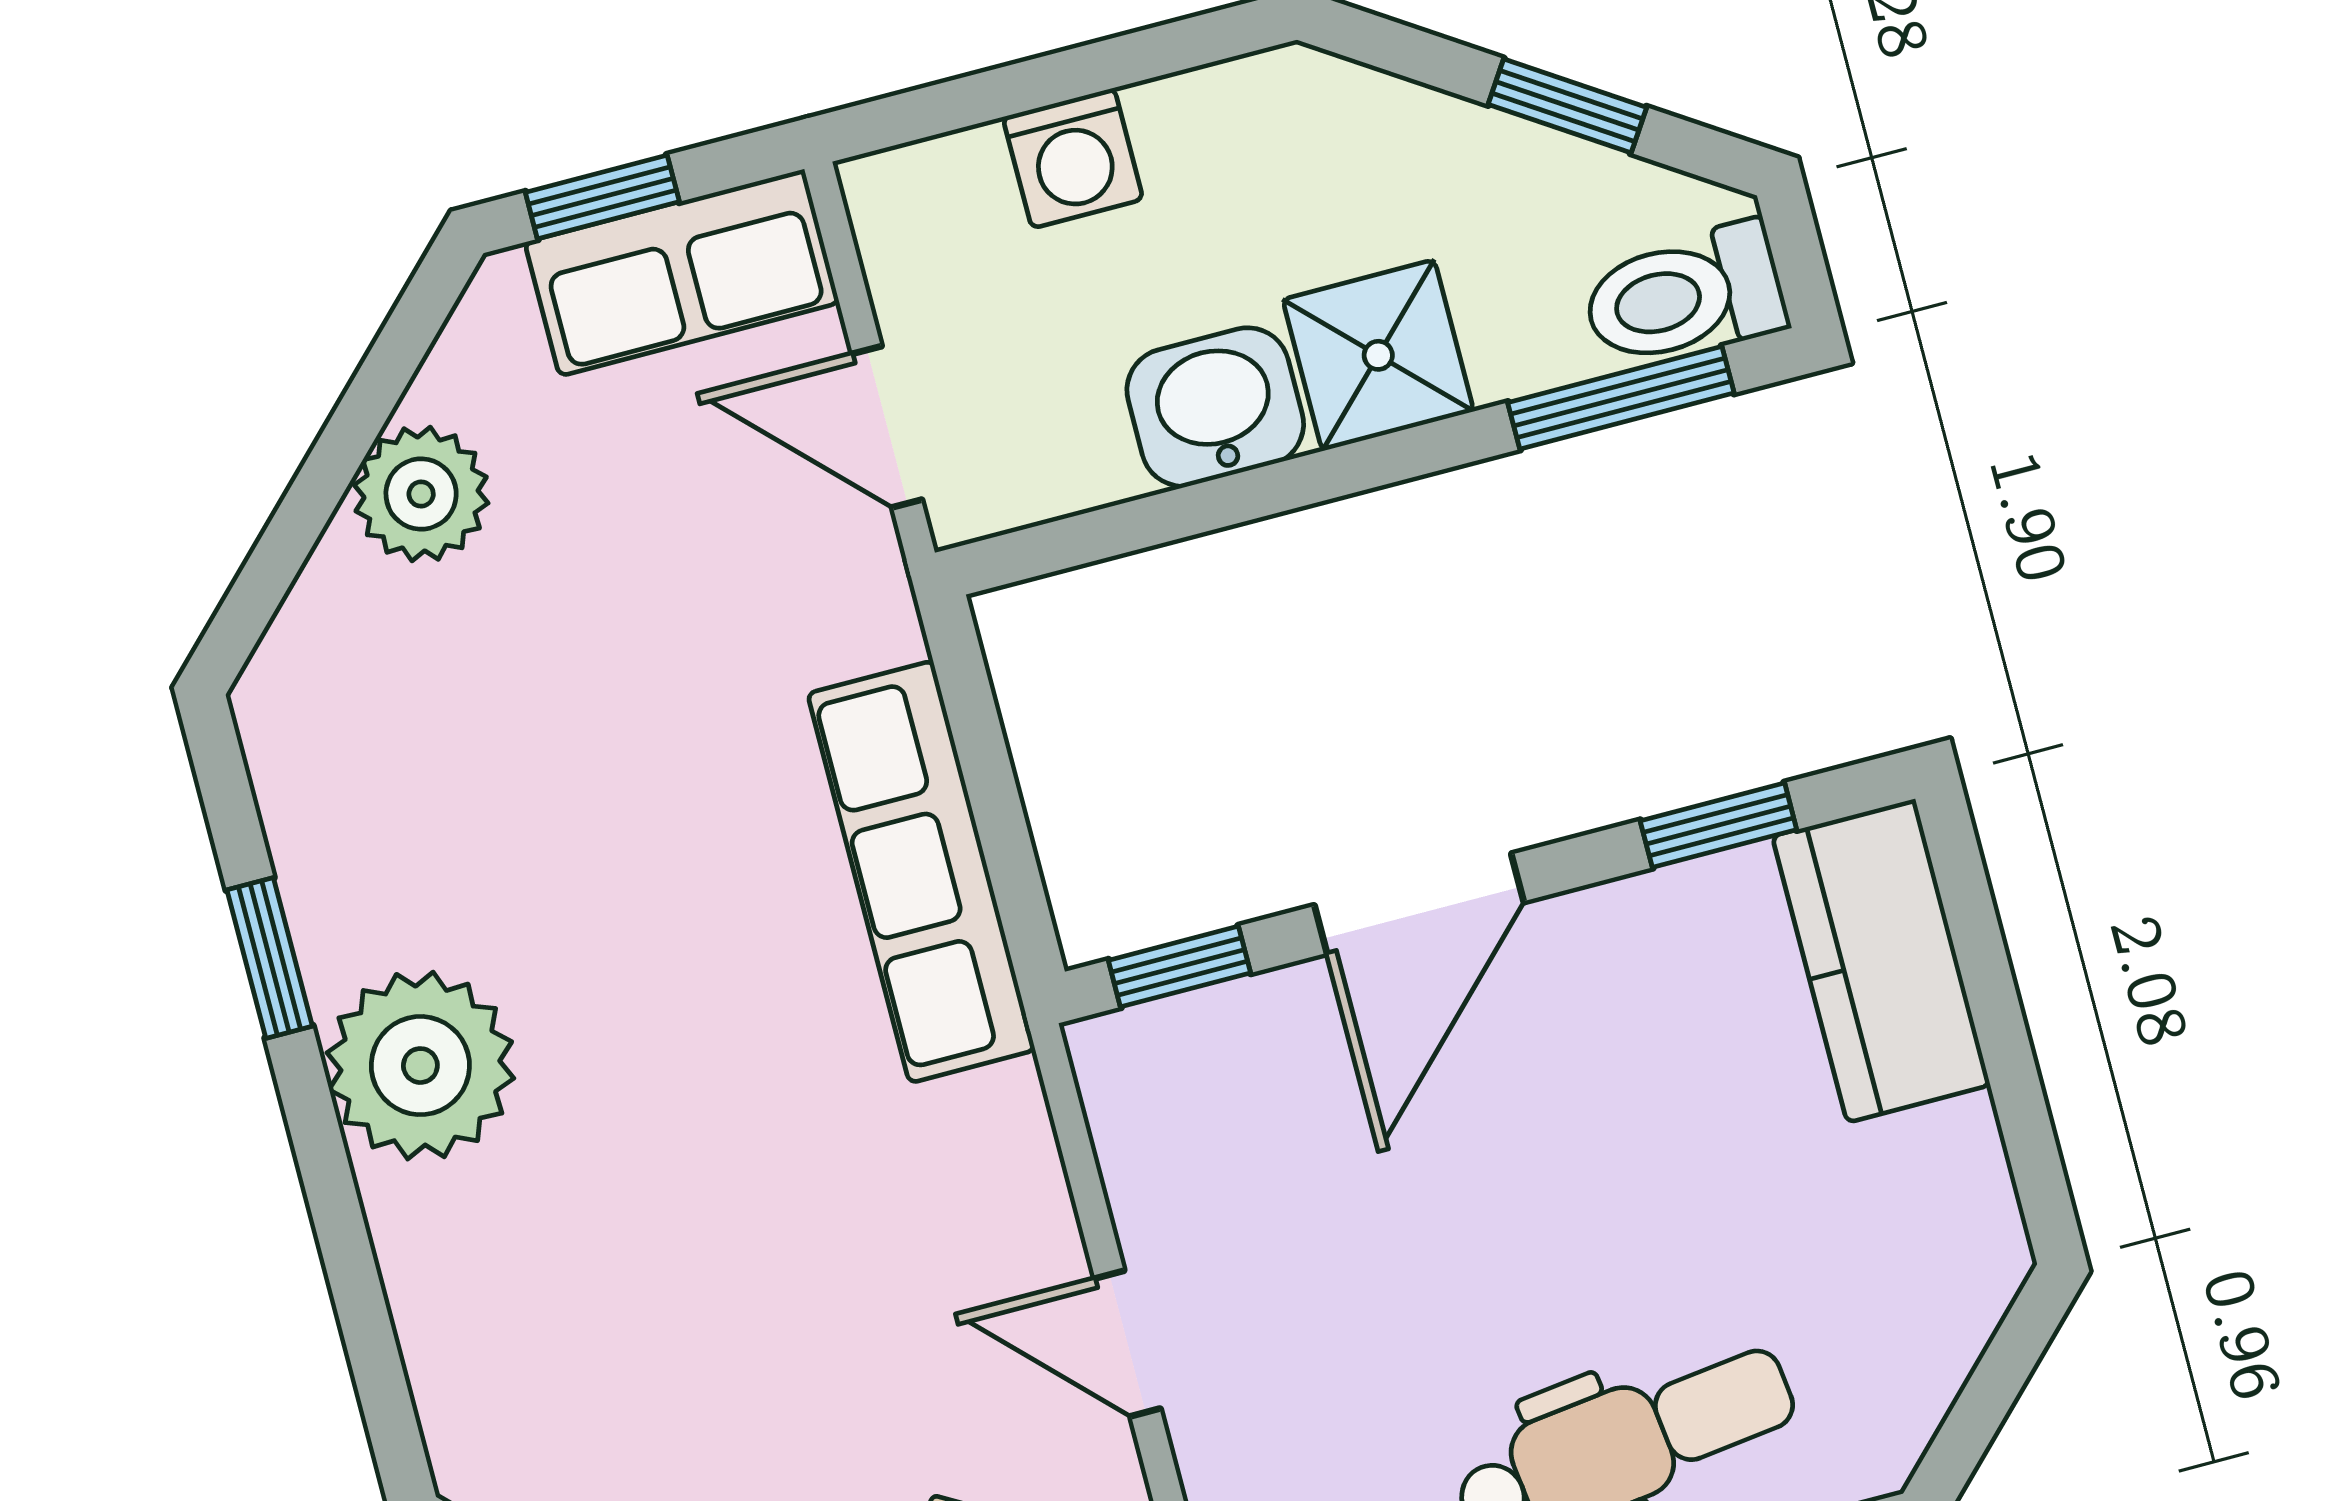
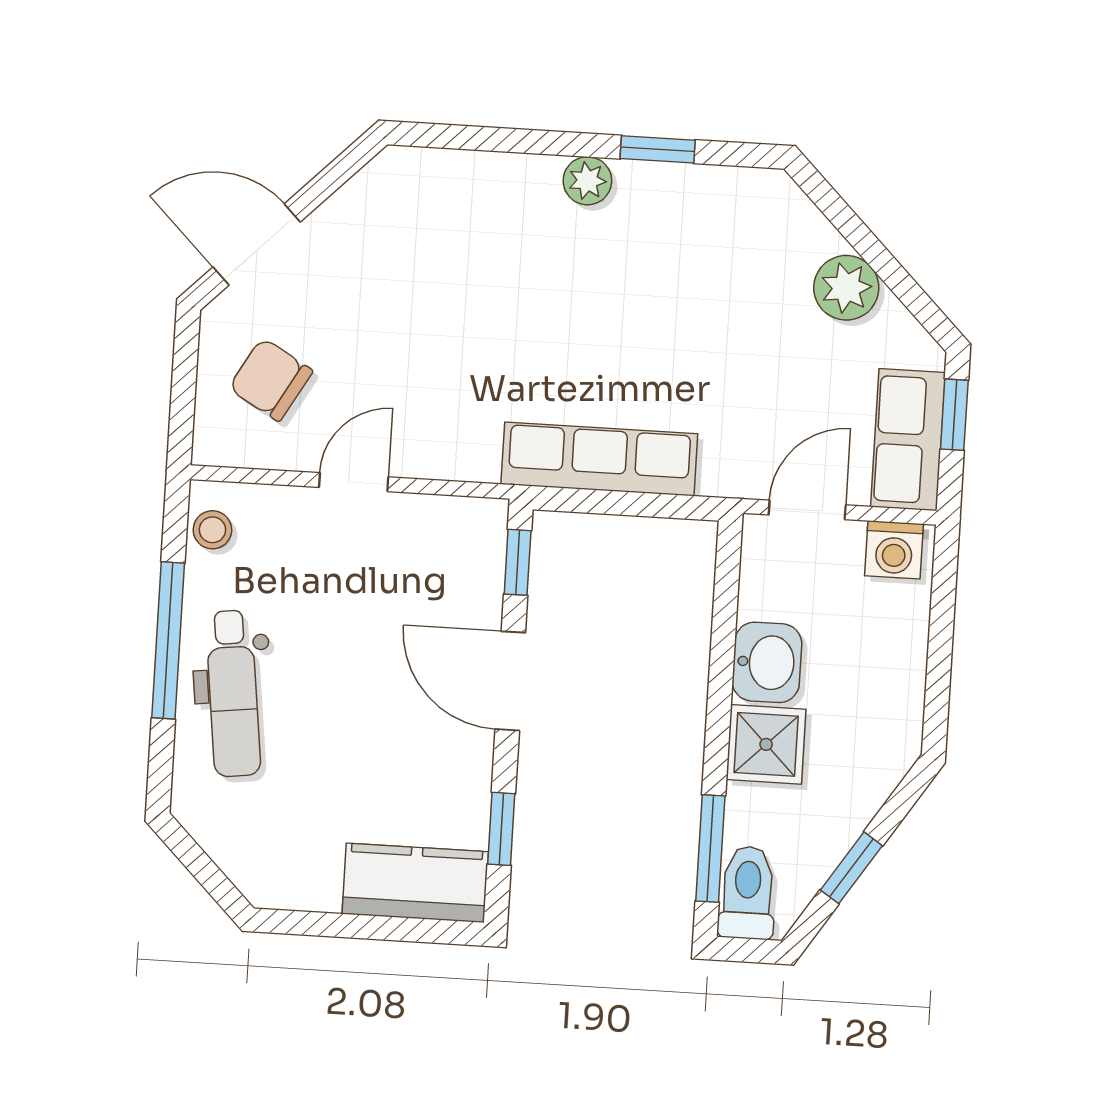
washing machine: (1073, 158) -> (894, 550), moved, turned -90
plant: (420, 1066) -> (587, 181), width x0.53, depth x0.53

